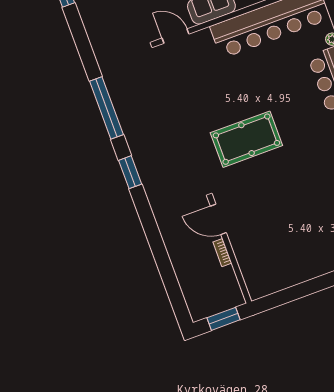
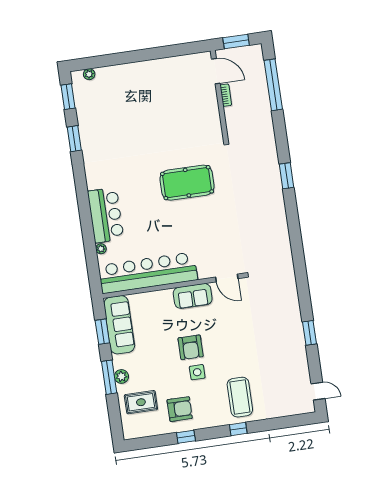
window: (106, 108) -> (273, 85), moved
door: (218, 219) -> (216, 71), moved

